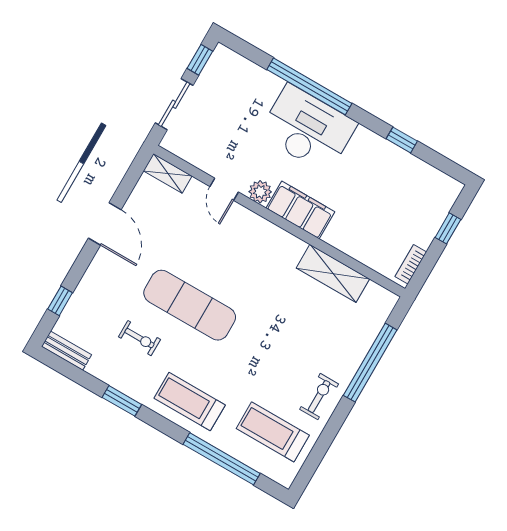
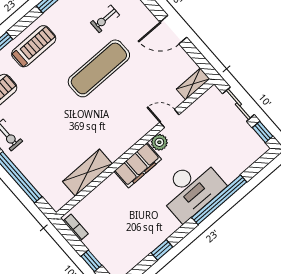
exercise bike: (139, 338) -> (105, 19), moved

